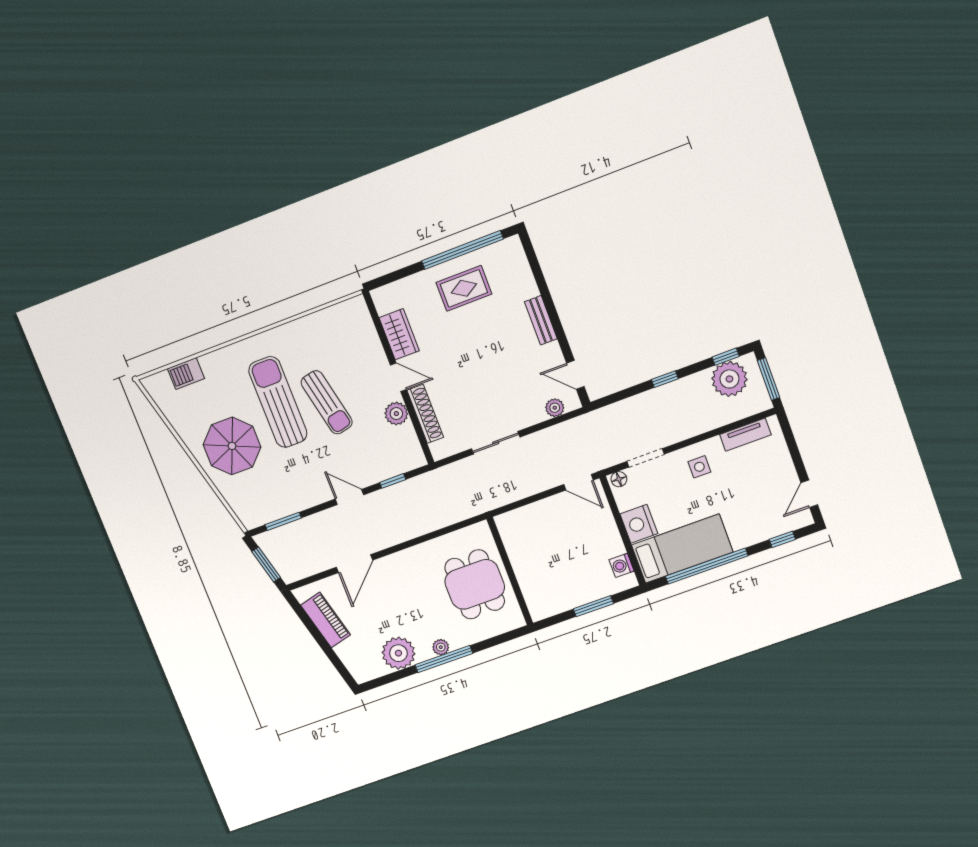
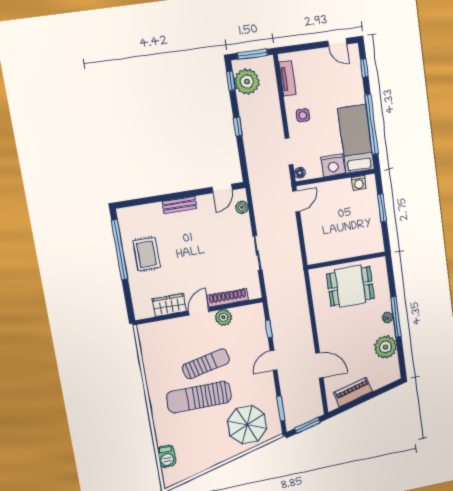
parasol: (232, 446) -> (247, 425), moved

